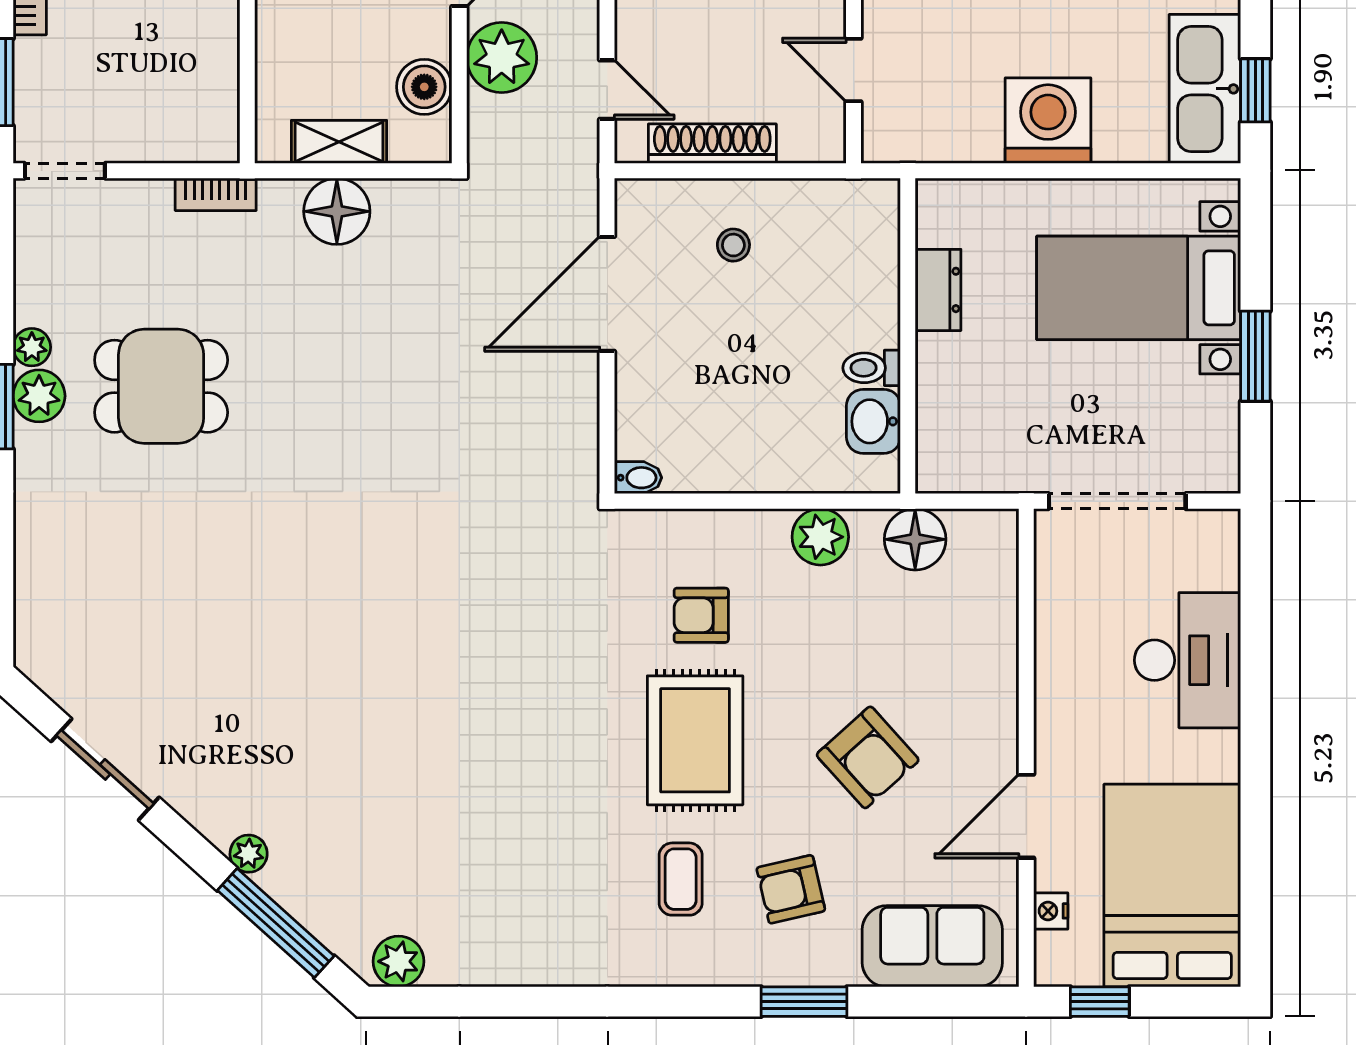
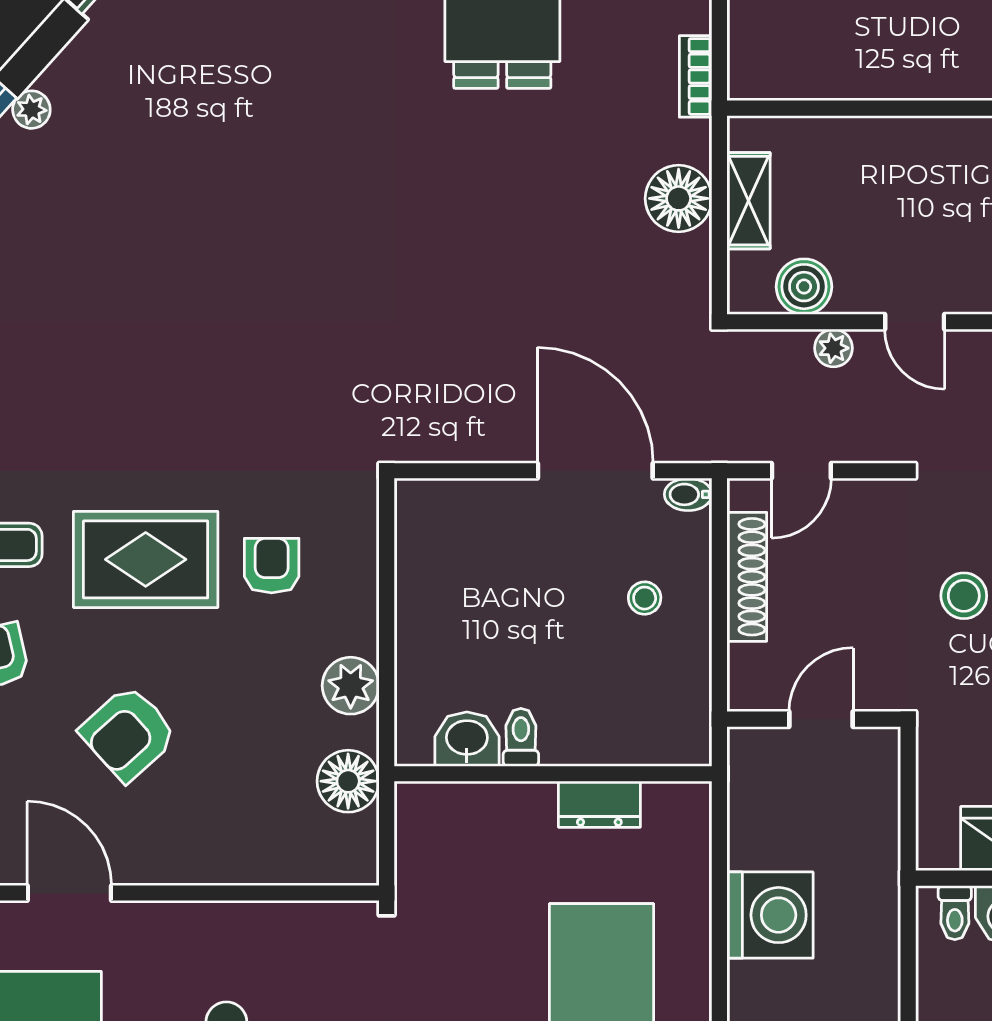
plant: (502, 58) -> (834, 348), width x0.53, depth x0.53
bidet: (638, 478) -> (688, 494), moved, turned 90

